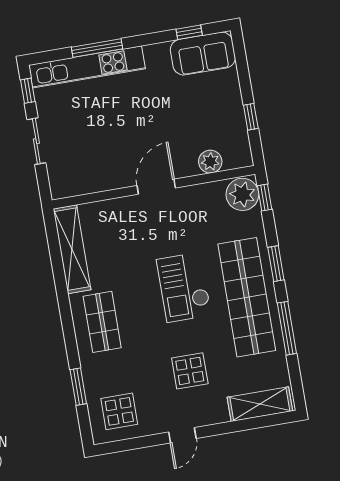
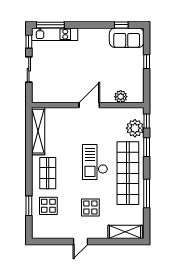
window: (97, 48) -> (50, 25), moved
kitchen unit: (87, 67) -> (55, 34), width x0.73
window: (251, 117) -> (147, 62), moved
plant: (242, 194) -> (135, 128), moved
window: (276, 264) -> (147, 147), moved
display table: (119, 411) -> (48, 206), moved

